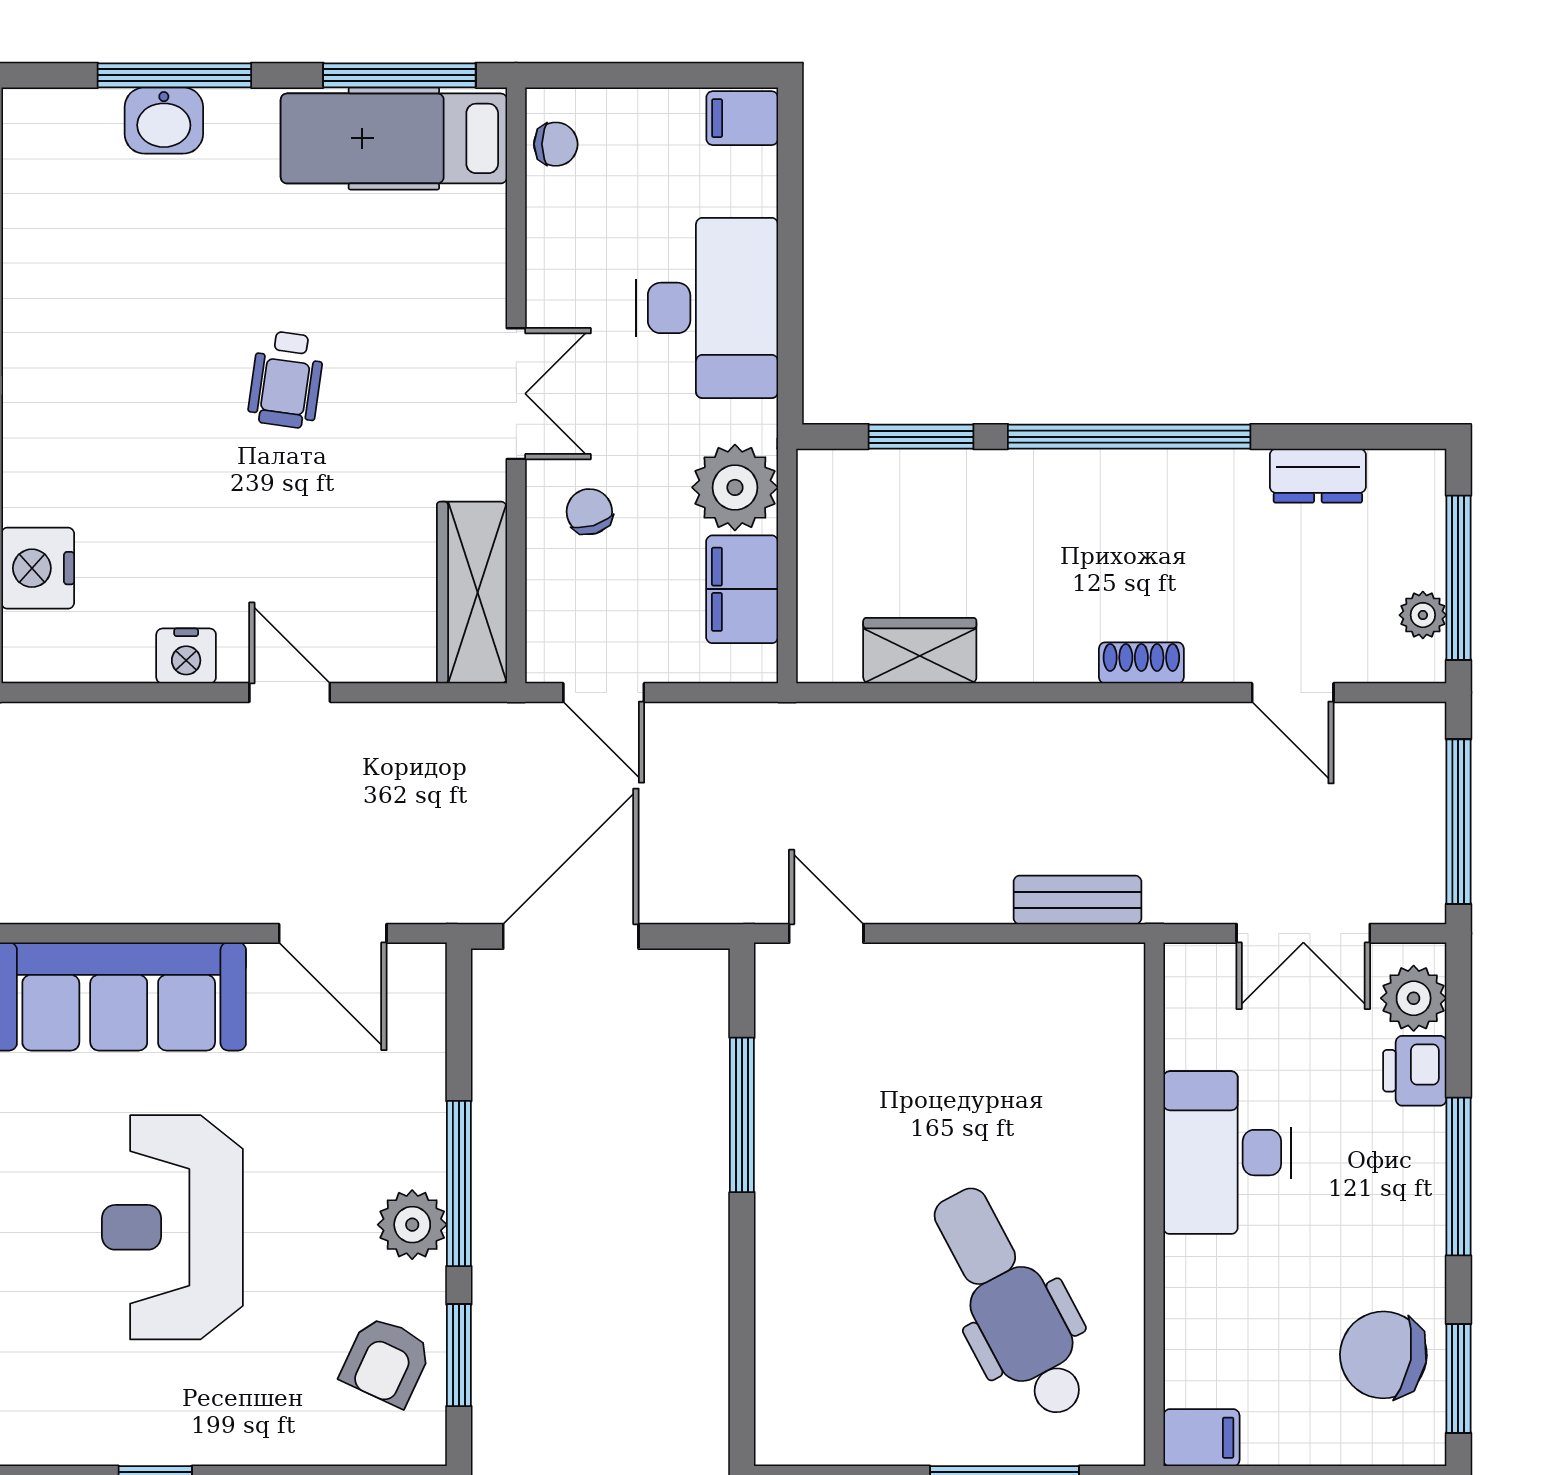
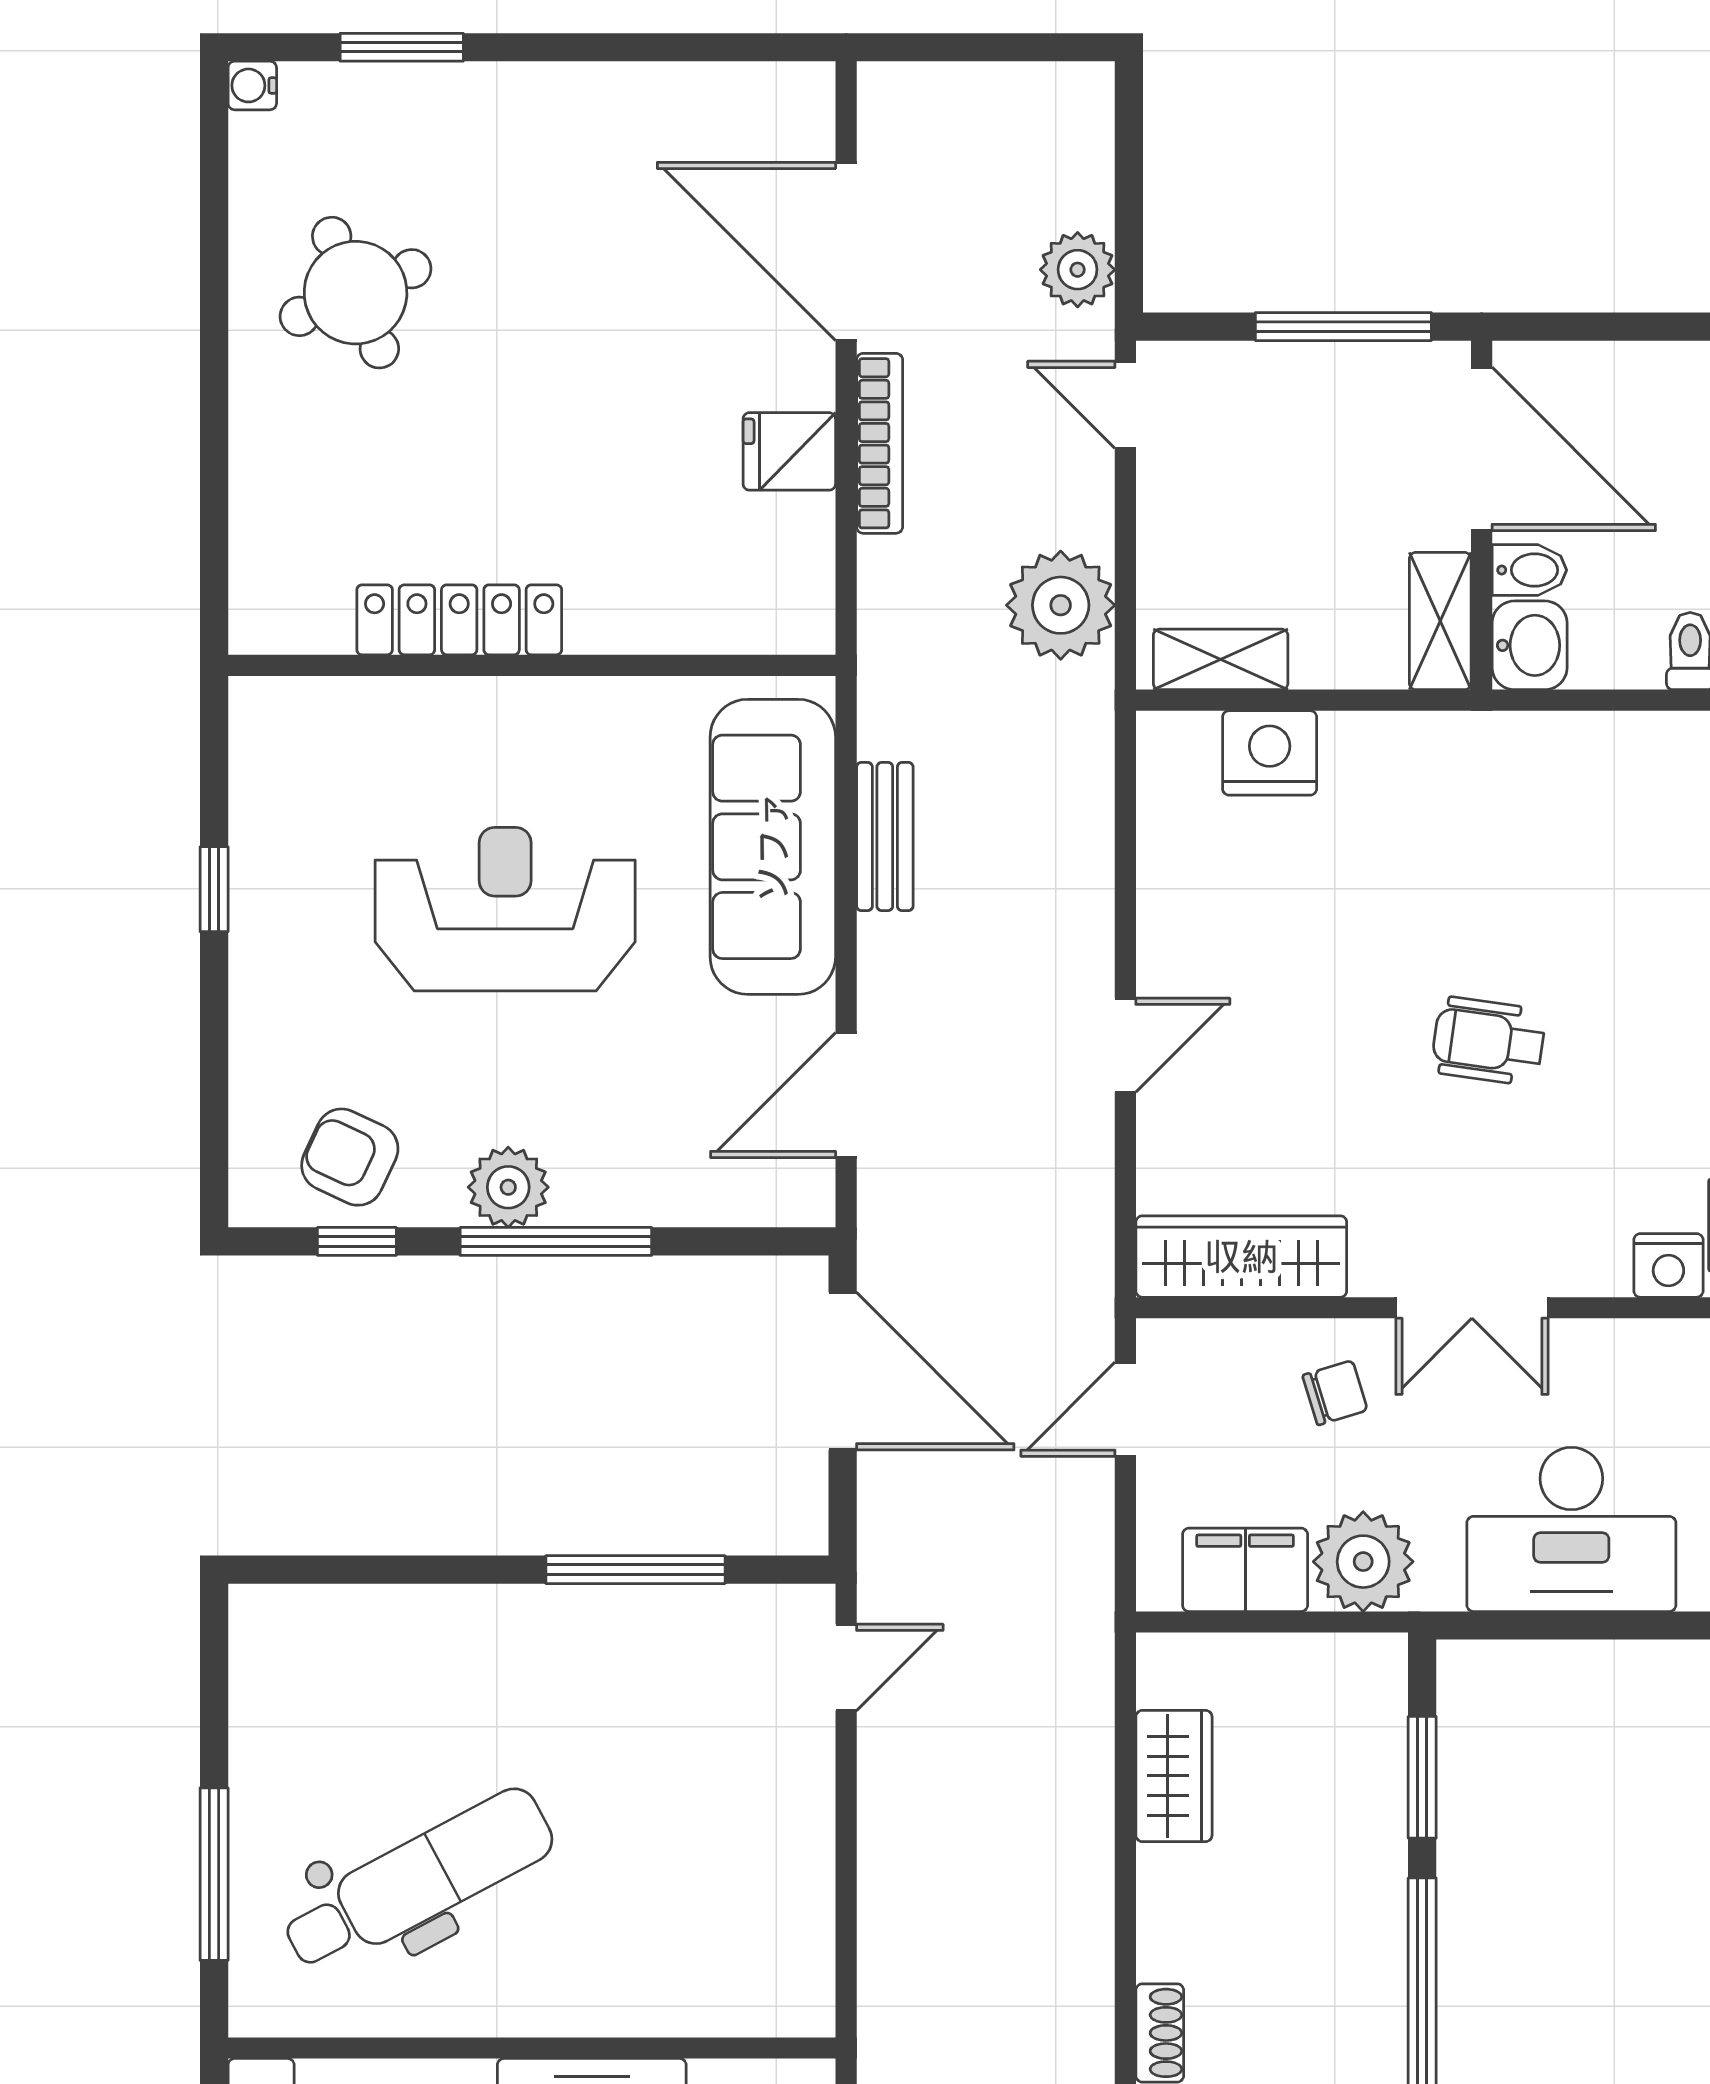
nightstand: (186, 656) -> (1668, 1265), moved, turned -90
bench: (1077, 900) -> (885, 837), moved
window: (459, 1355) -> (357, 1241), width x0.67

